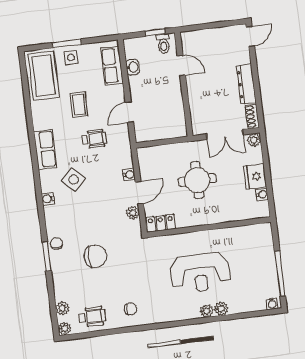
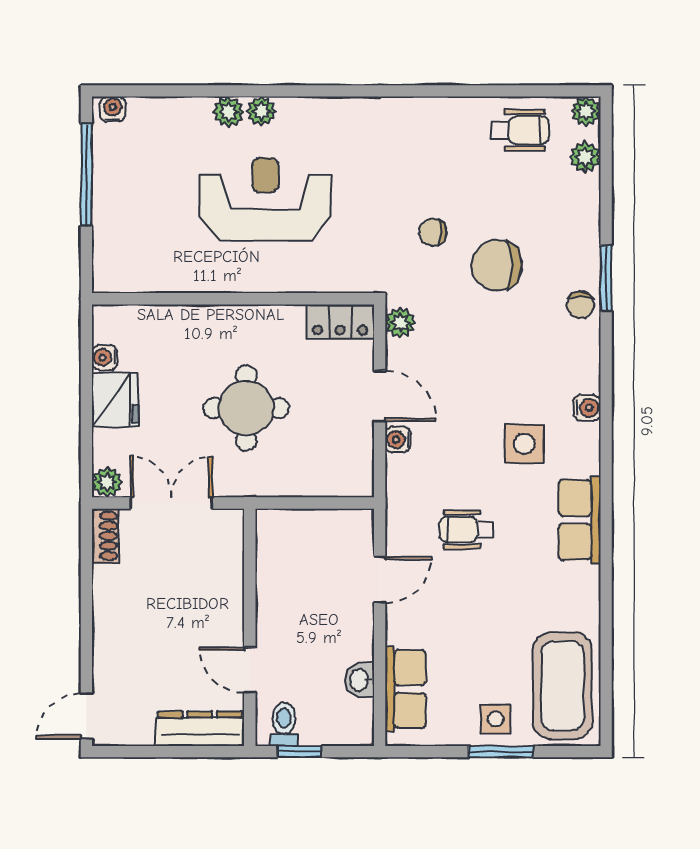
dresser: (246, 84) -> (200, 729), moved, turned -90
coffee table: (79, 105) -> (491, 610), removed
side table: (73, 180) -> (524, 444), turned 45
door: (139, 193) -> (380, 396), swing flipped
plant: (133, 213) -> (400, 323), moved
chair: (131, 309) -> (433, 232), moved
wheelchair: (92, 317) -> (520, 130), turned 180

